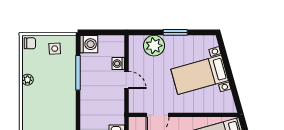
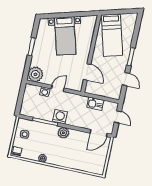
washing machine: (89, 44) -> (60, 117), moved
plant: (154, 46) -> (35, 74), moved
plant: (68, 101) -> (63, 133), added

